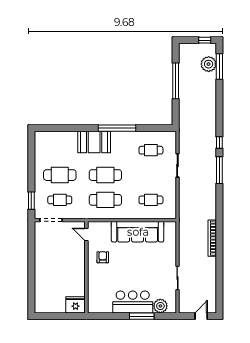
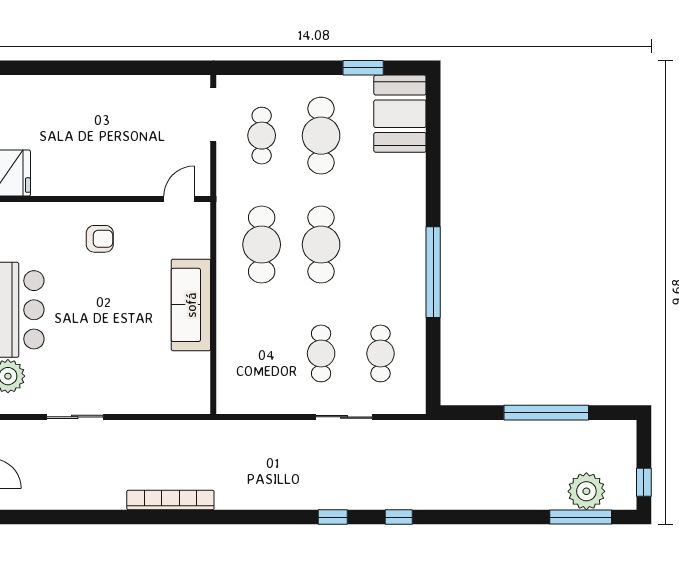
booth: (94, 142) -> (400, 114), moved
window: (219, 170) -> (333, 517), width x0.46
cafe table: (151, 200) -> (321, 353), moved
window: (31, 201) -> (363, 68), moved
sofa: (138, 232) -> (191, 305), width x0.74, depth x0.79
armchair: (103, 257) -> (100, 239), moved

